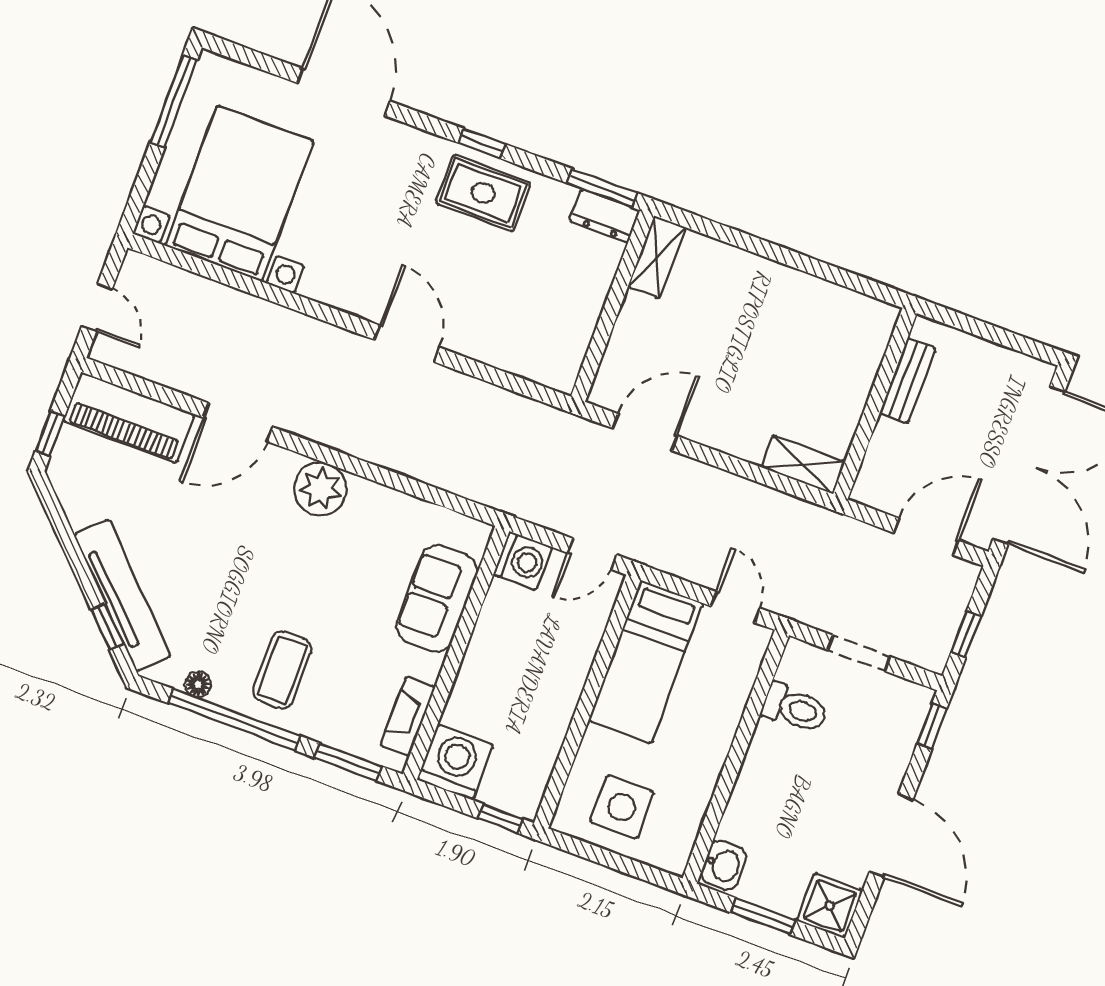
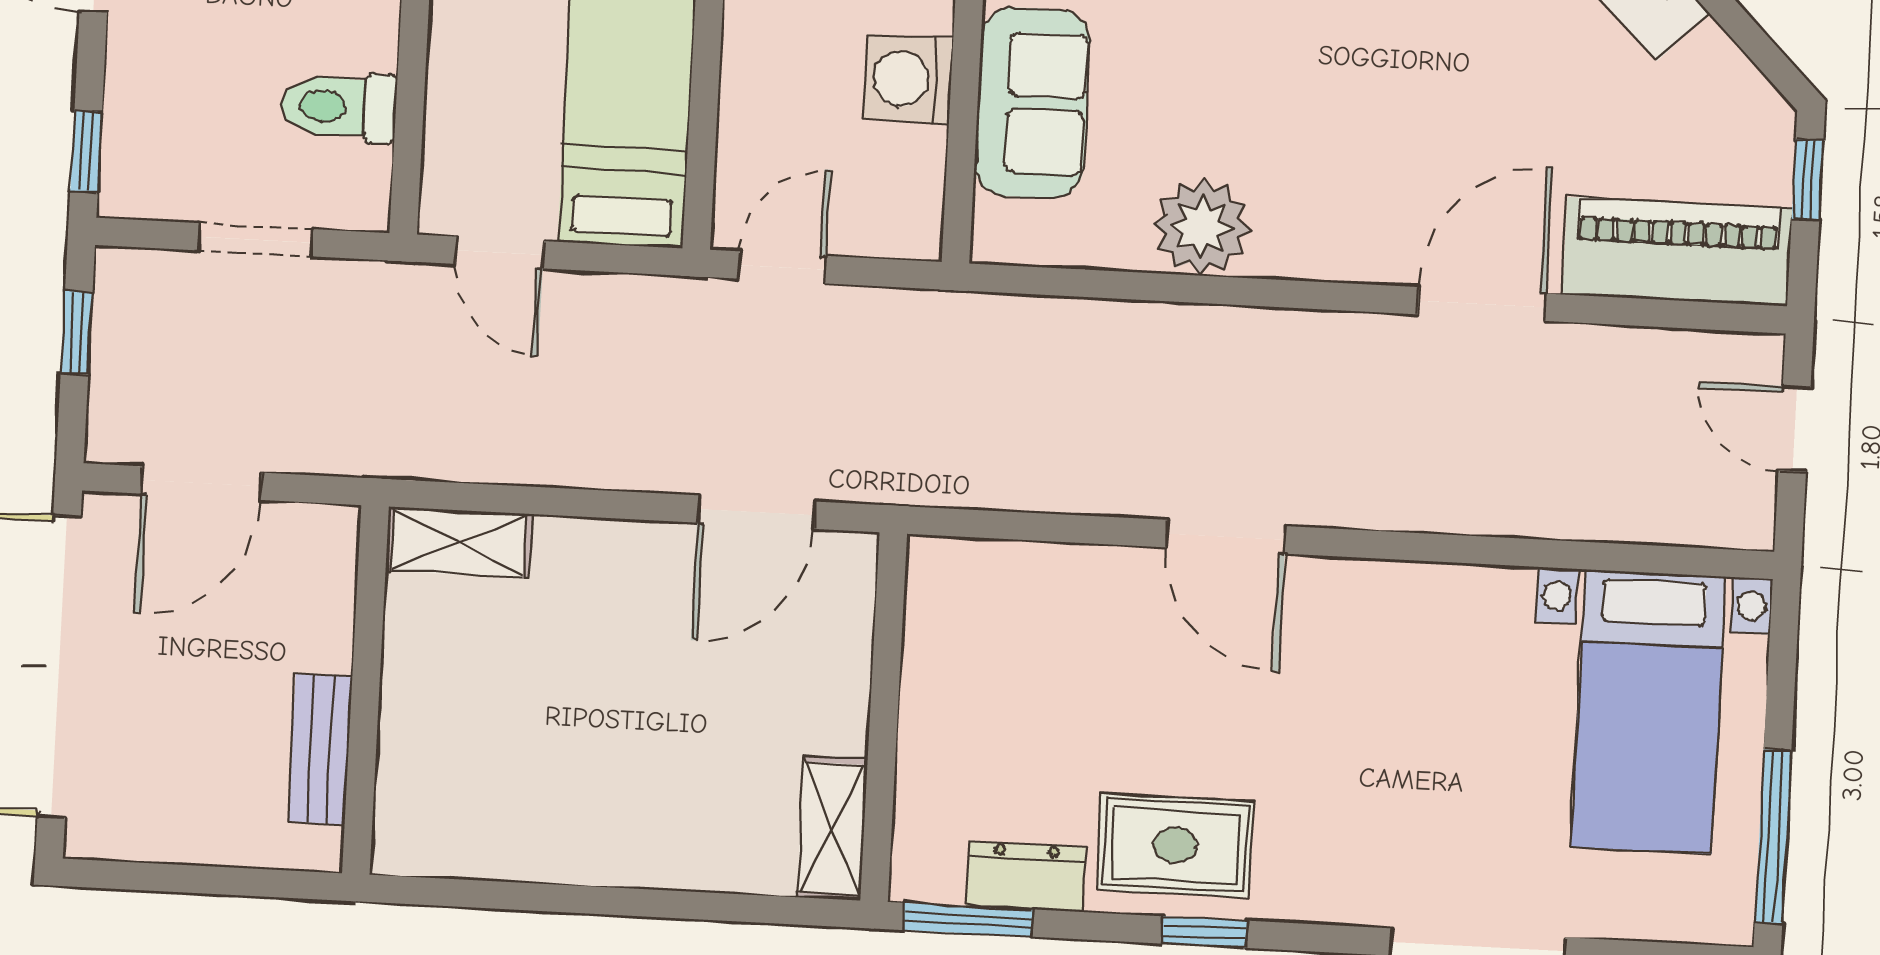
bed with nightstands: (239, 193) -> (1648, 712), width x0.73
dresser: (605, 216) -> (1026, 876), moved
plant: (320, 489) -> (1202, 227), moved
washing machine: (523, 561) -> (908, 79), moved

